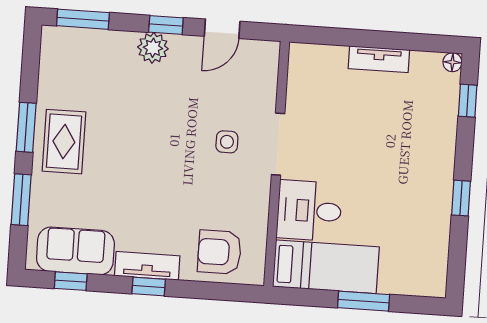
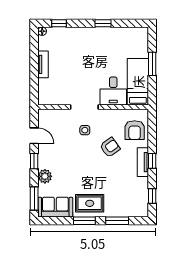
plant: (153, 48) -> (45, 176), moved
armchair: (185, 195) -> (110, 147), added
sofa: (75, 251) -> (55, 207), moved, turned 90

